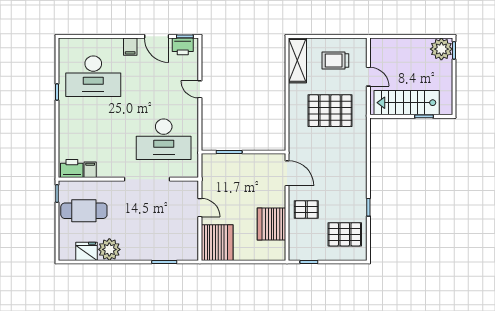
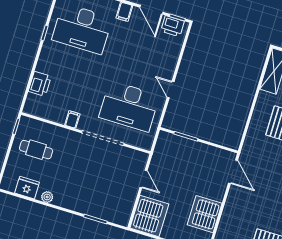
door: (200, 89) -> (171, 90), moved
printer: (72, 169) -> (40, 84), moved, turned 90
filing cabinet: (90, 170) -> (72, 119), moved
pallet: (306, 210) -> (241, 211), removed
cafe table: (84, 211) -> (36, 150), width x0.73, depth x0.74
plant: (109, 249) -> (47, 197), width x0.53, depth x0.53

